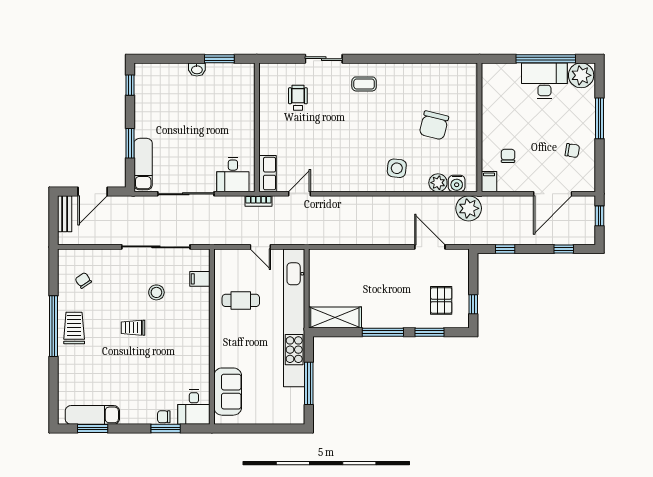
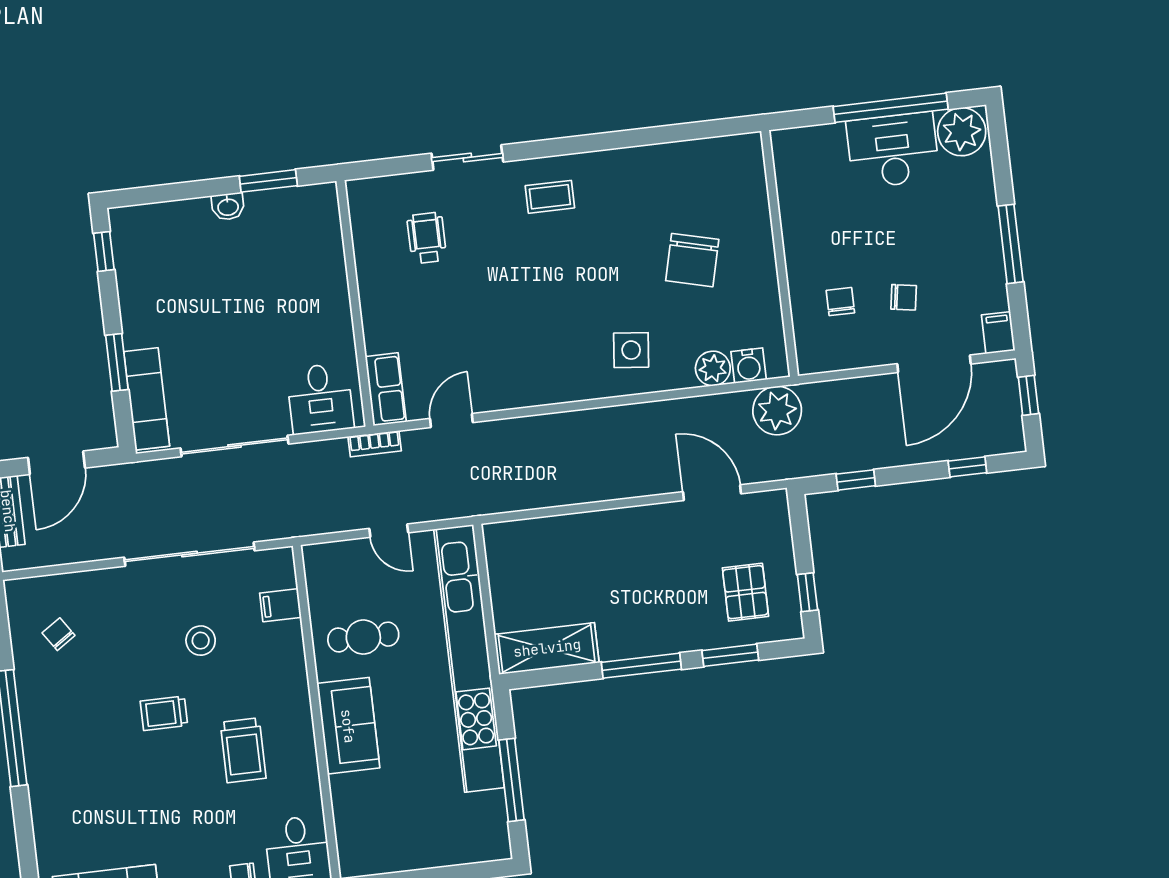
window: (600, 118) -> (1011, 244), moved
chair: (572, 151) -> (904, 297), moved
filing cabinet: (489, 182) -> (998, 333), moved
trolley: (74, 328) -> (243, 750), moved, turned 180
sofa: (228, 392) -> (348, 726), moved

